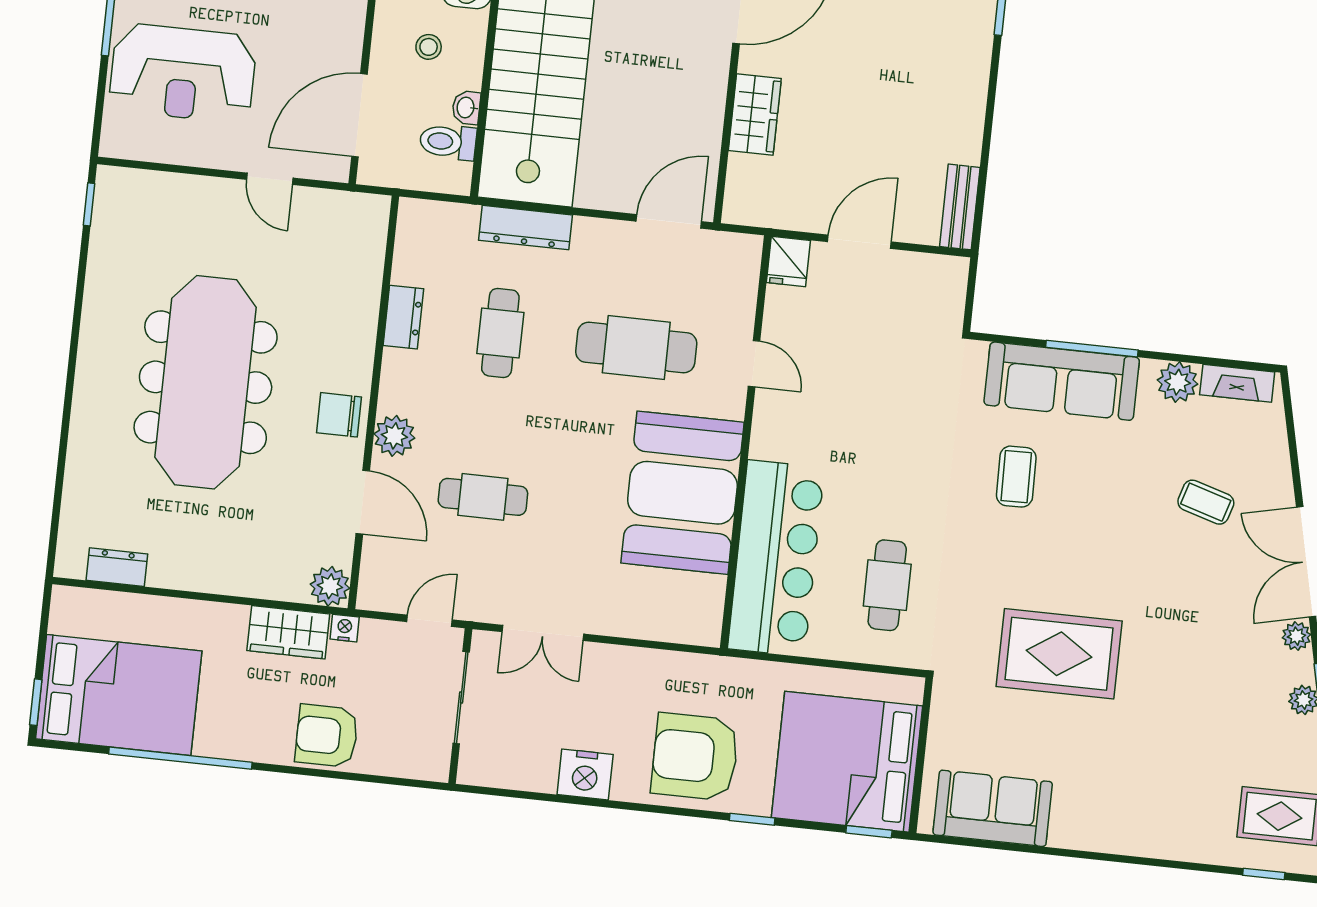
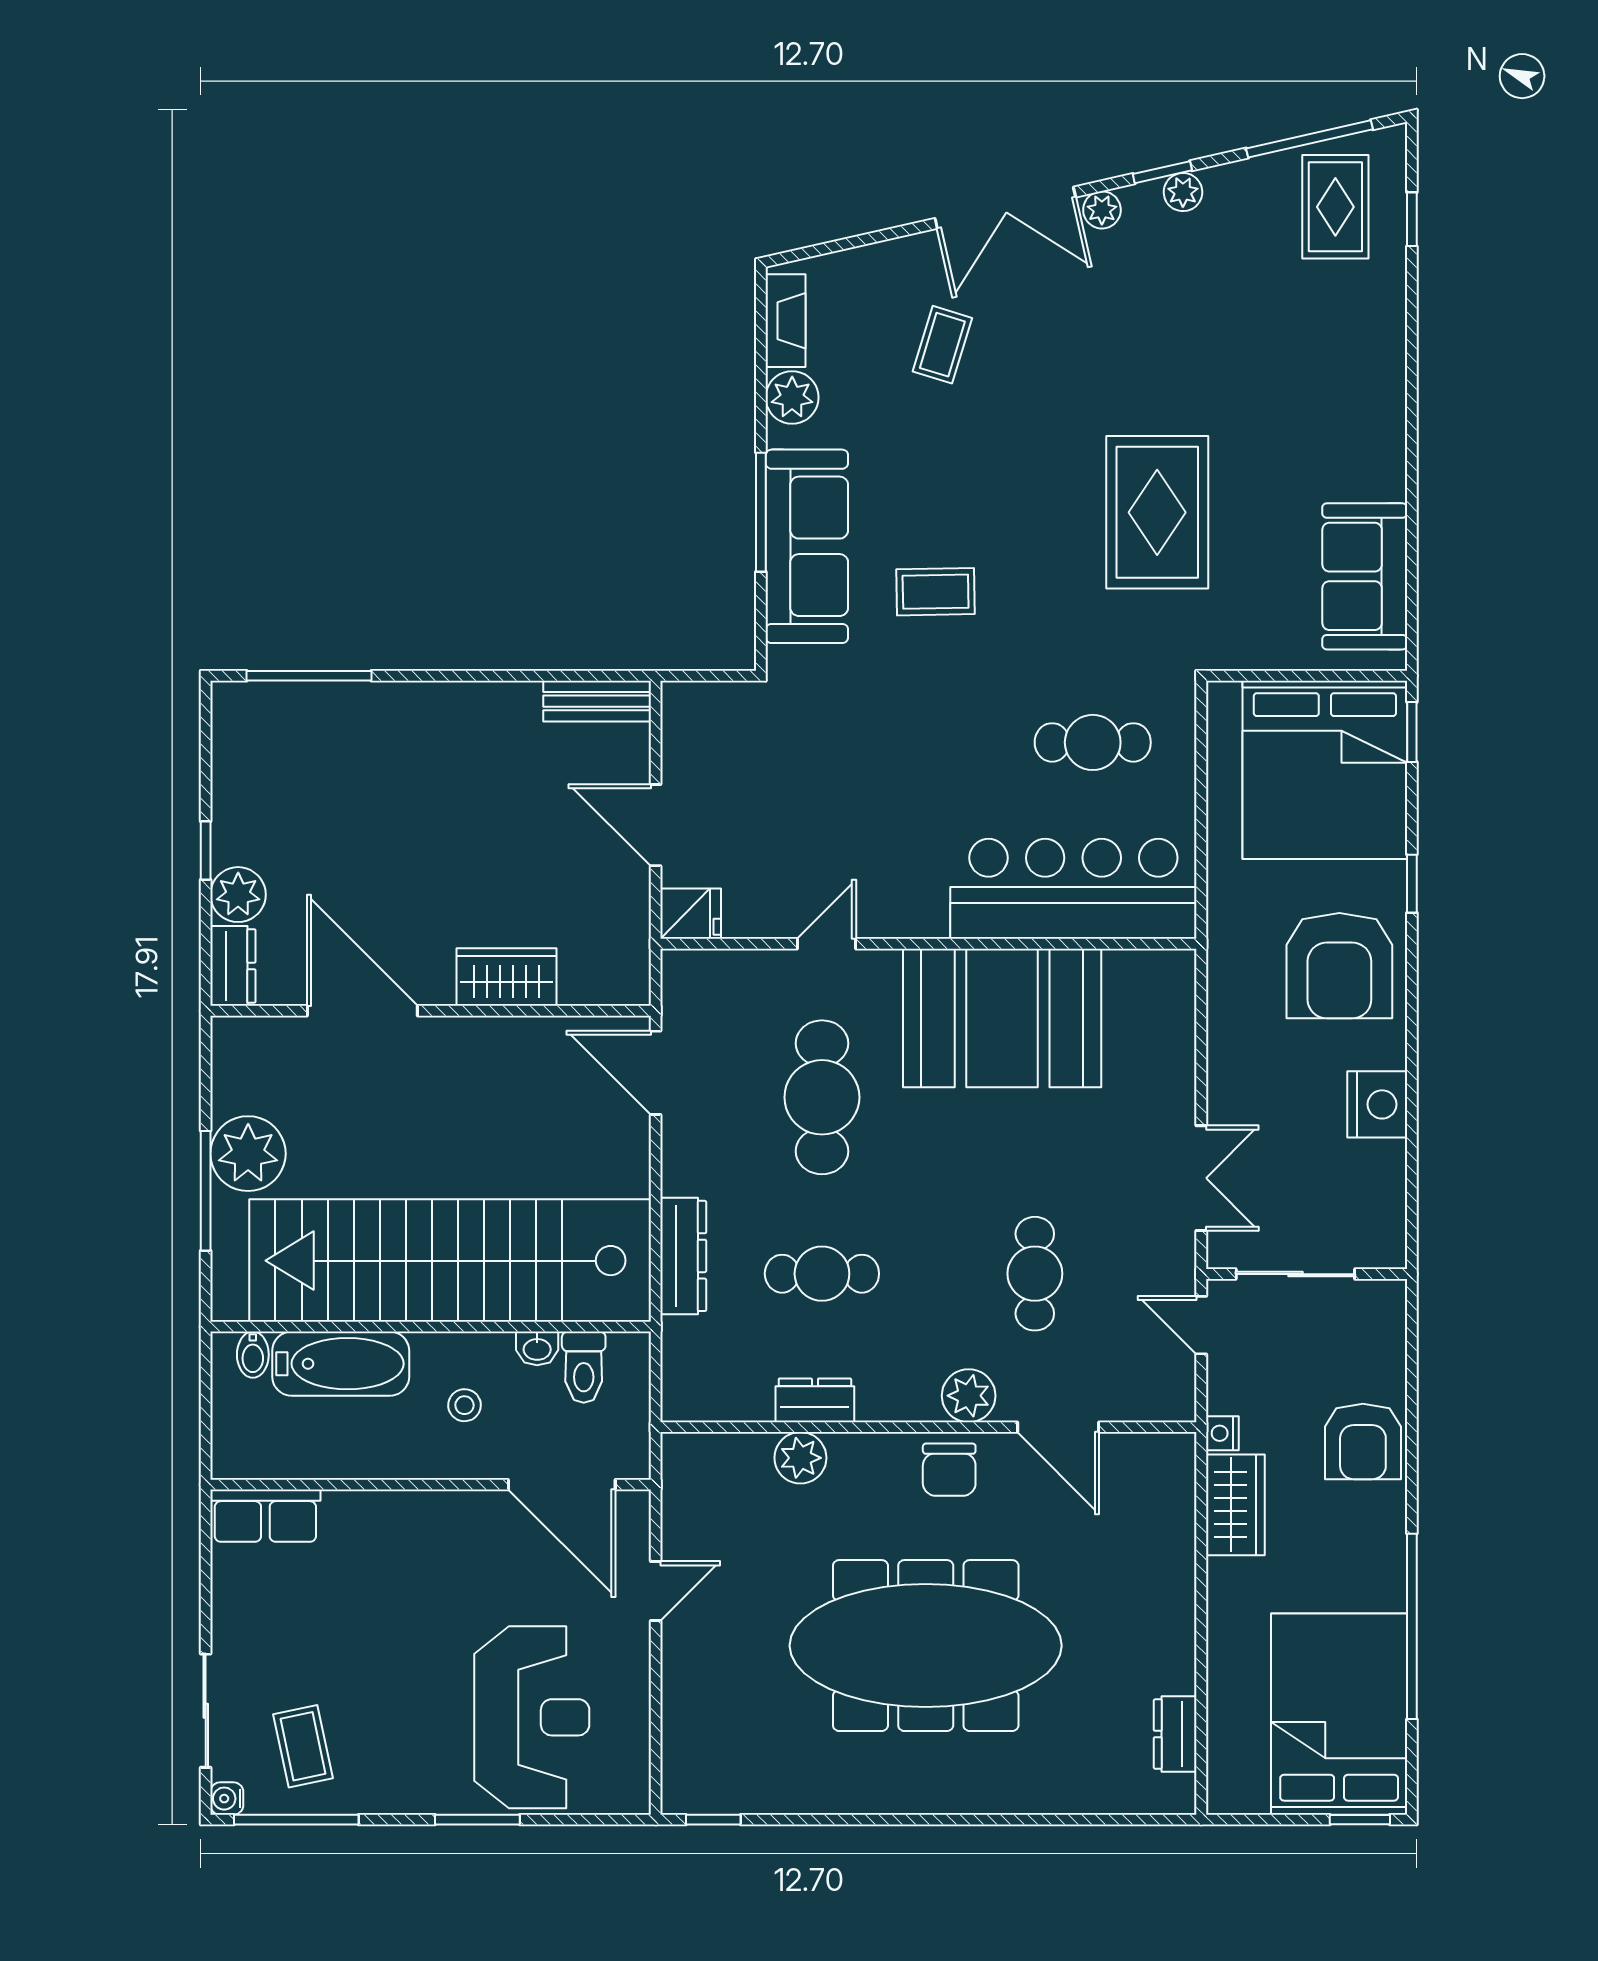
door: (363, 502) -> (1058, 1427), swing flipped
plant: (330, 586) -> (800, 1458), moved

